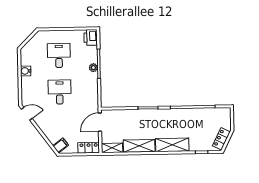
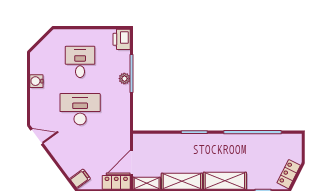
desk: (60, 92) -> (80, 109), width x1.37
door: (100, 122) -> (132, 162), moved

